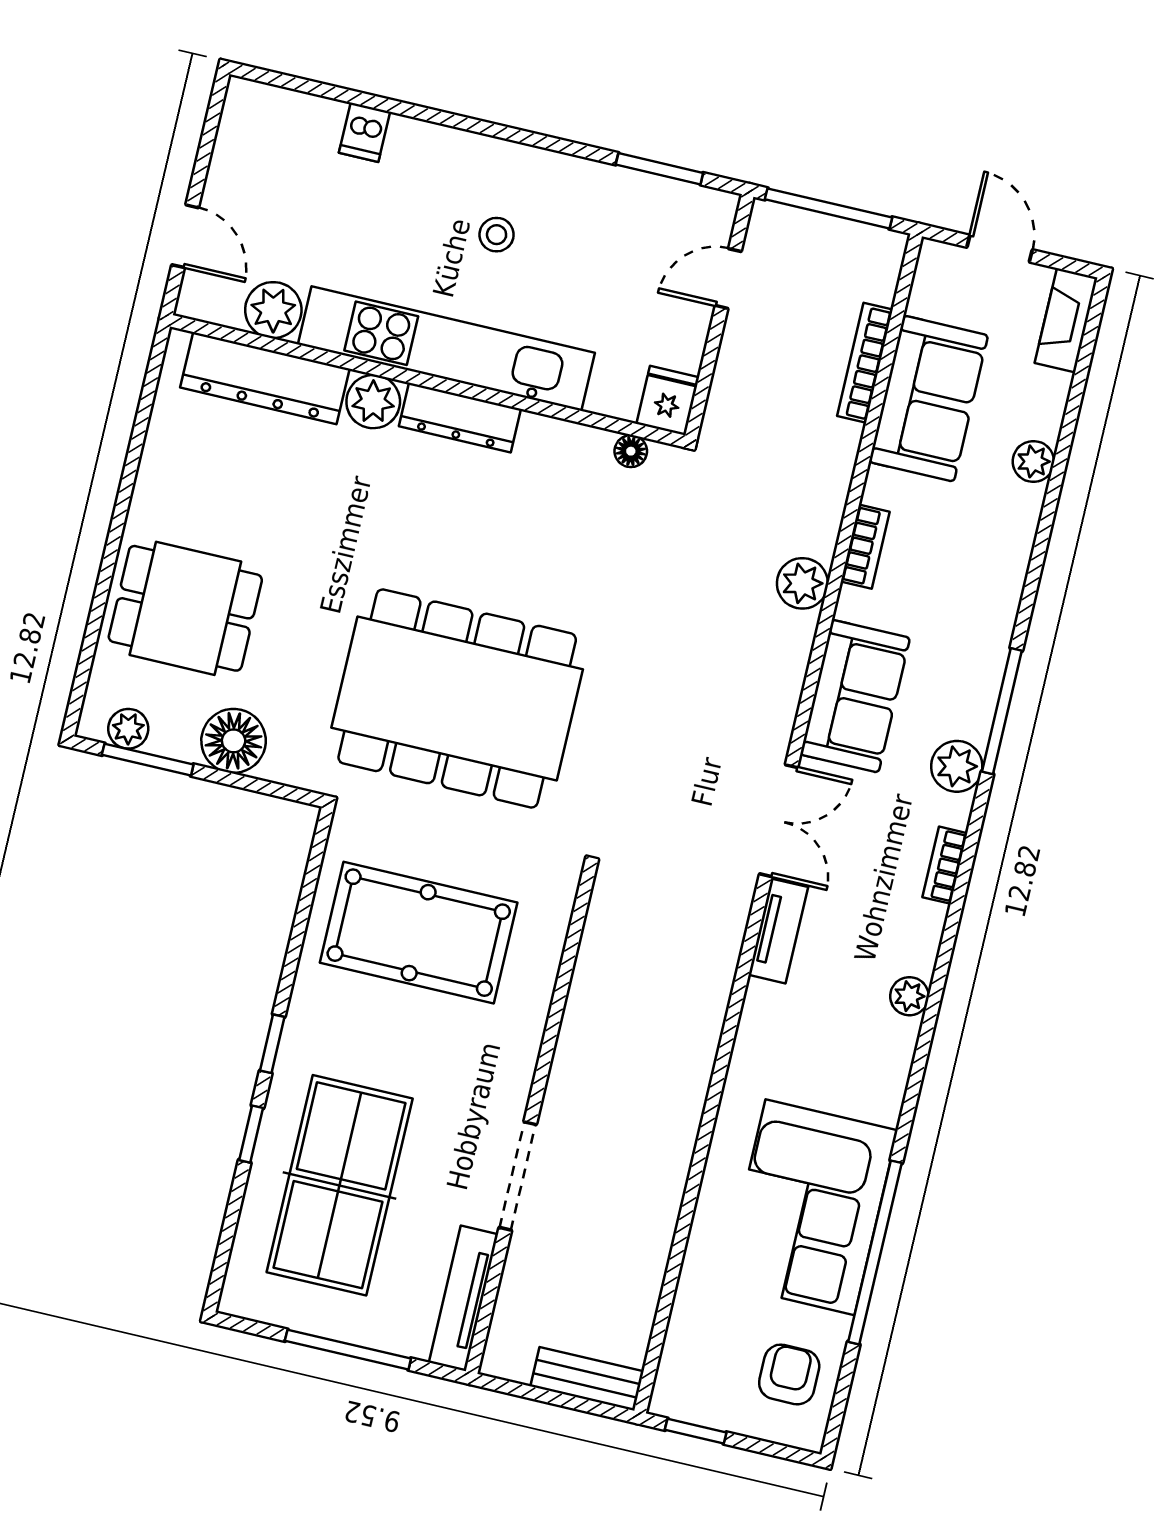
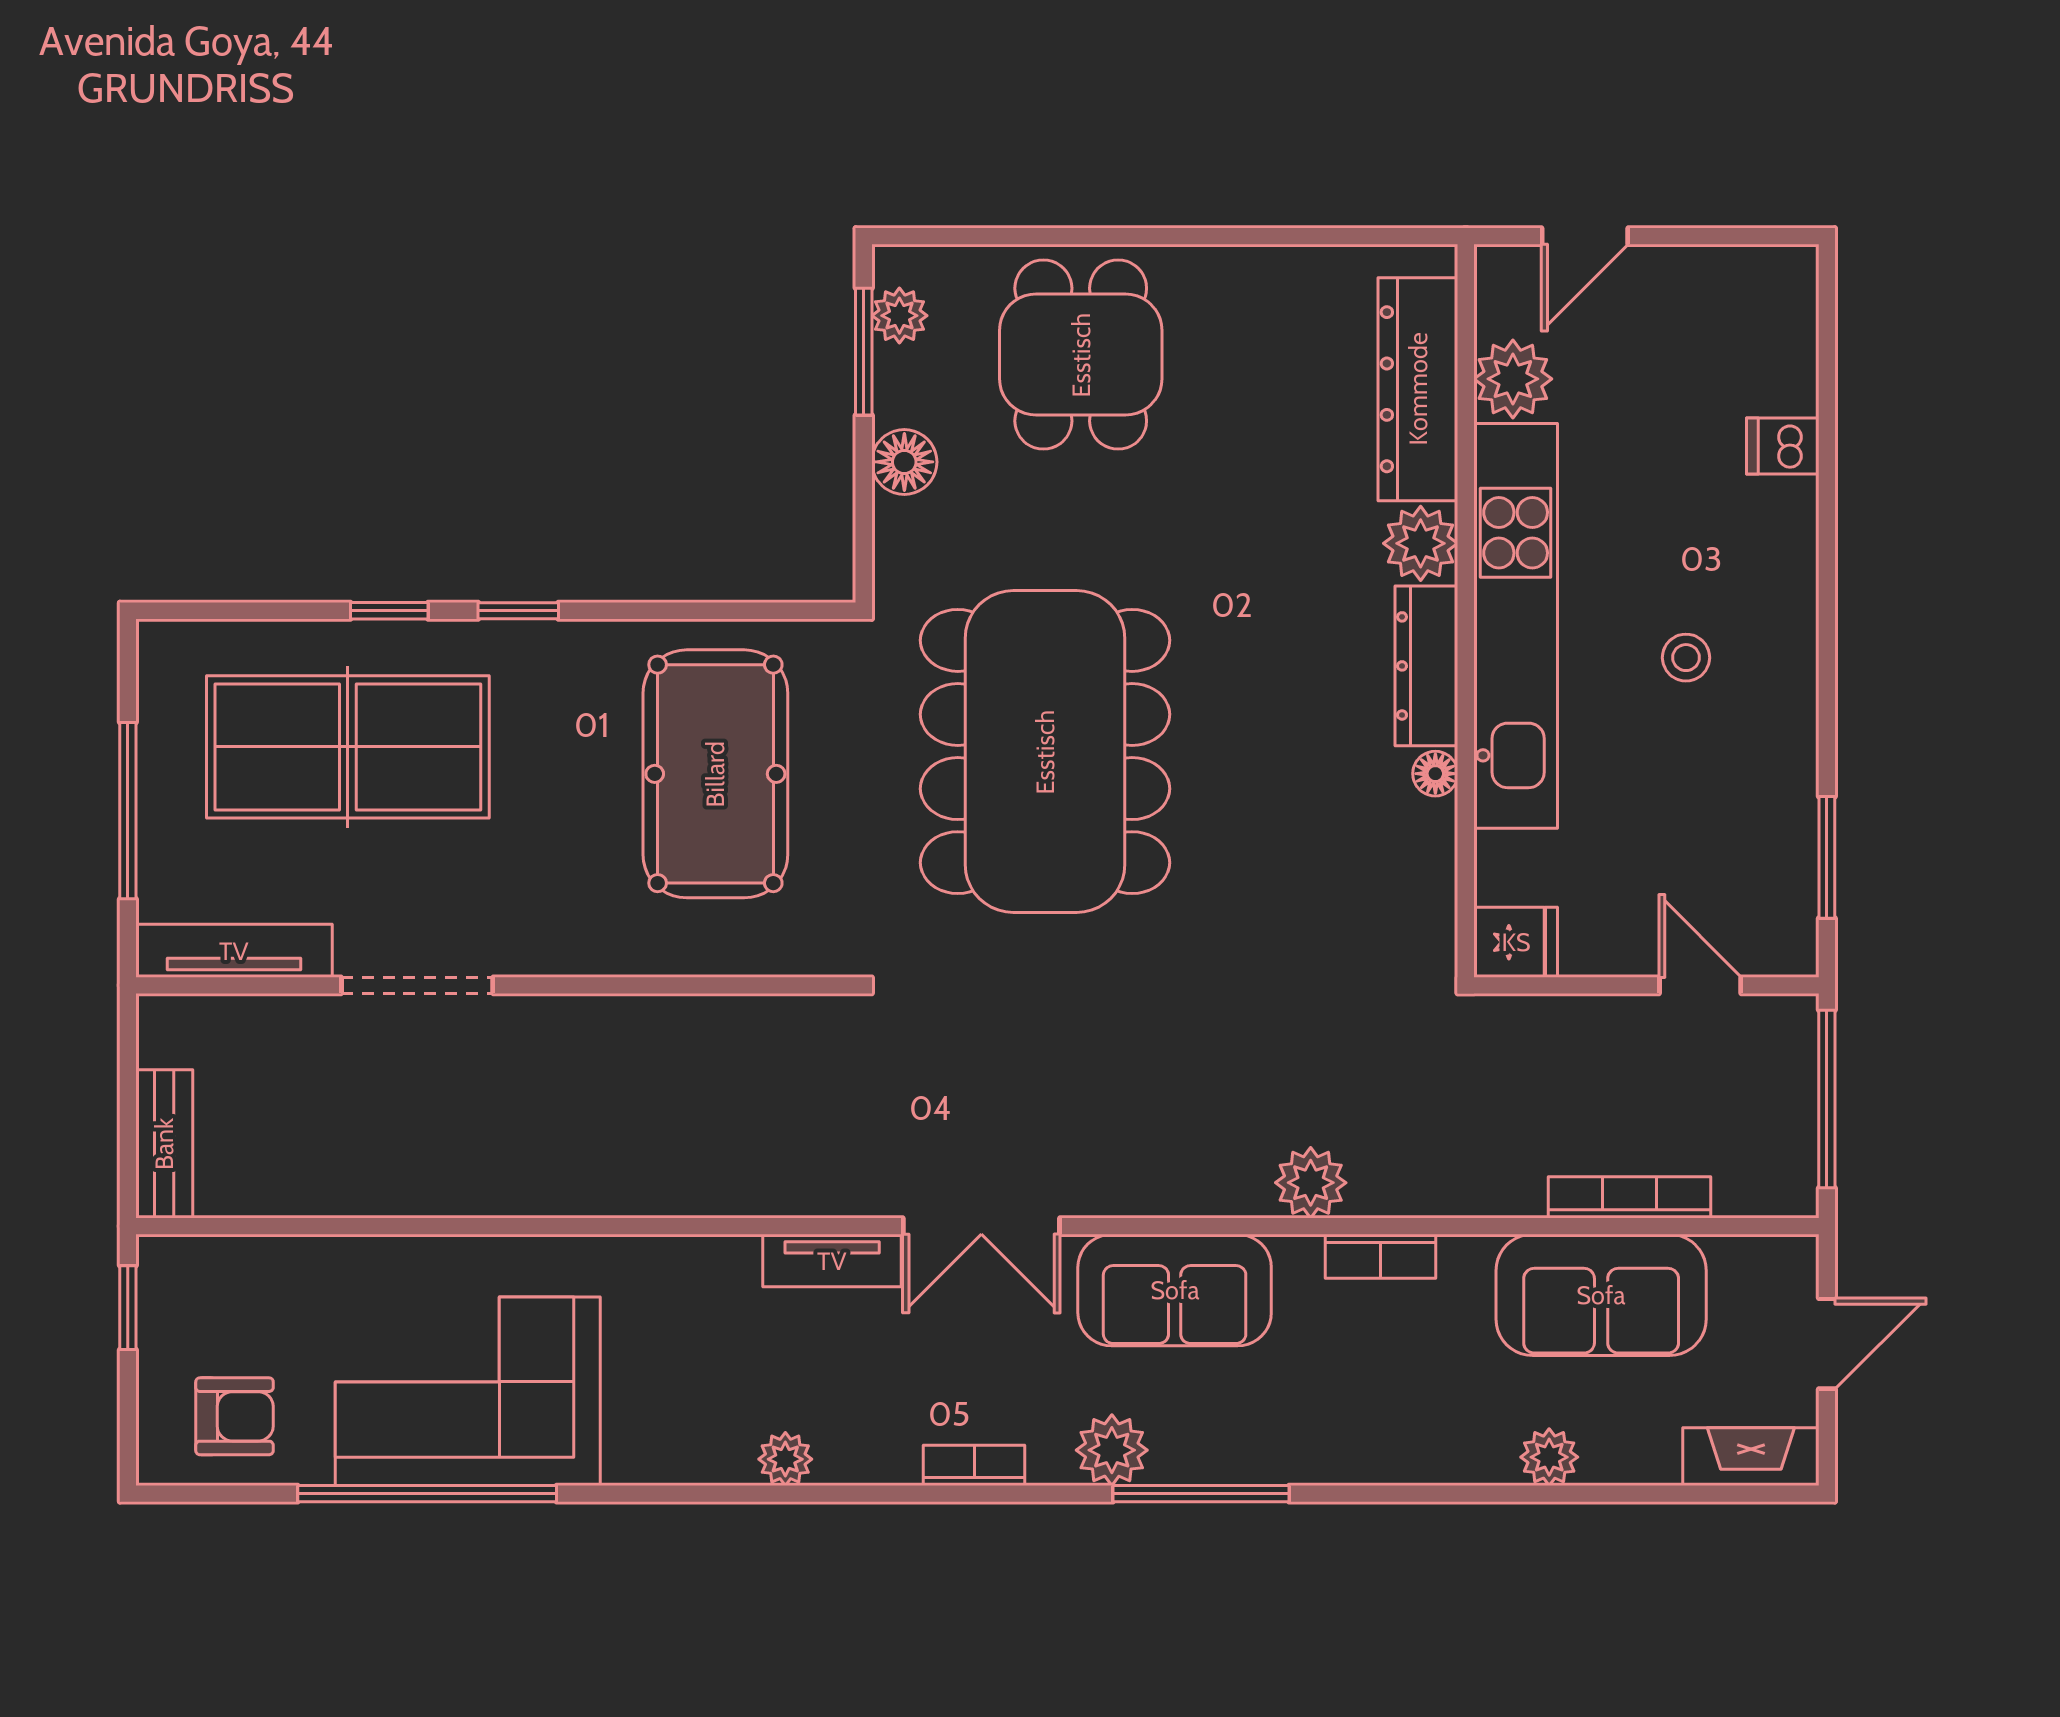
floor lamp: (631, 451) -> (1435, 774), moved
floor lamp: (234, 741) -> (904, 462), width x0.73, depth x0.73

